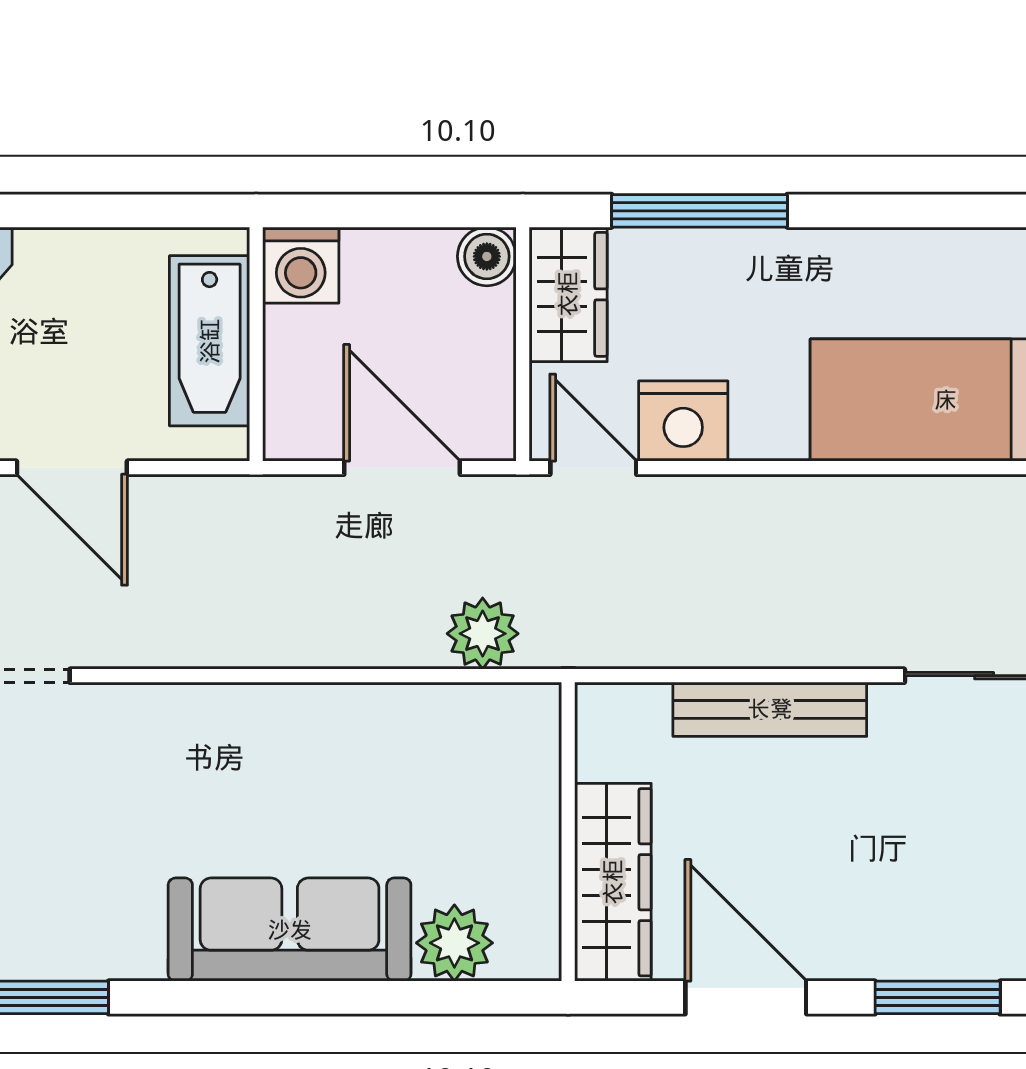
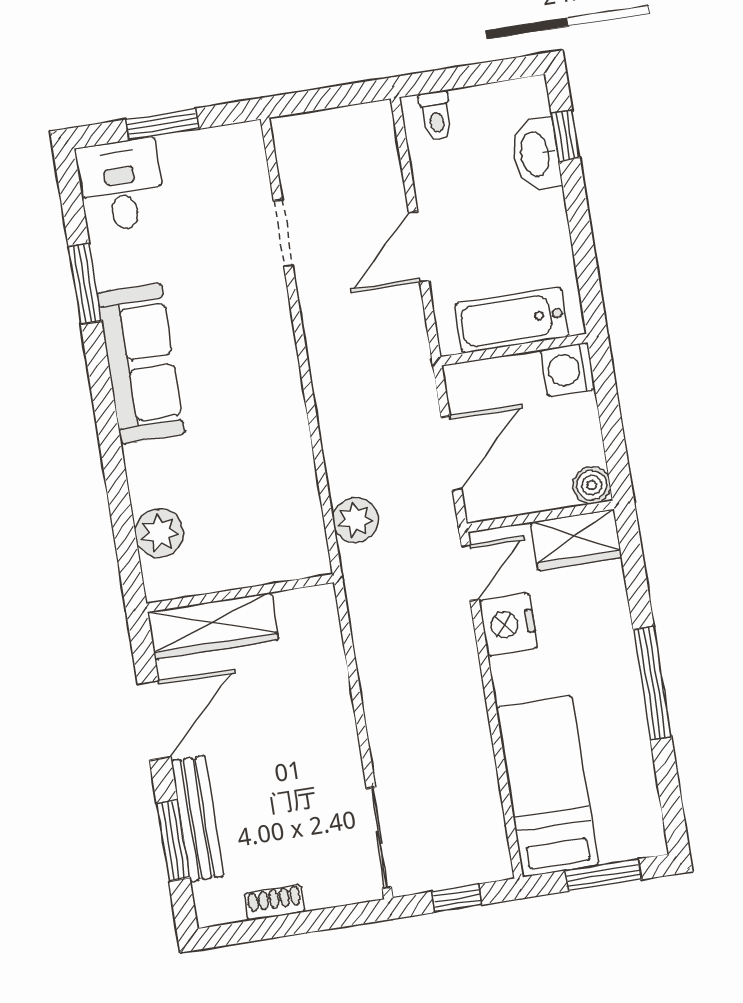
window: (699, 211) -> (652, 683), moved
bench: (770, 709) -> (197, 818), moved
sofa: (290, 930) -> (141, 364), moved

